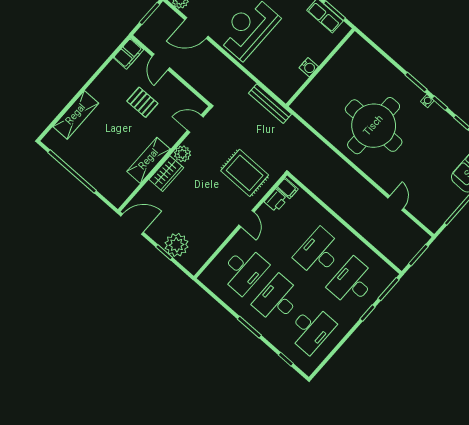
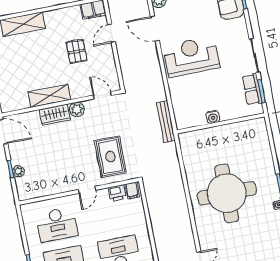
plant: (177, 245) -> (18, 171), width x0.53, depth x0.53

